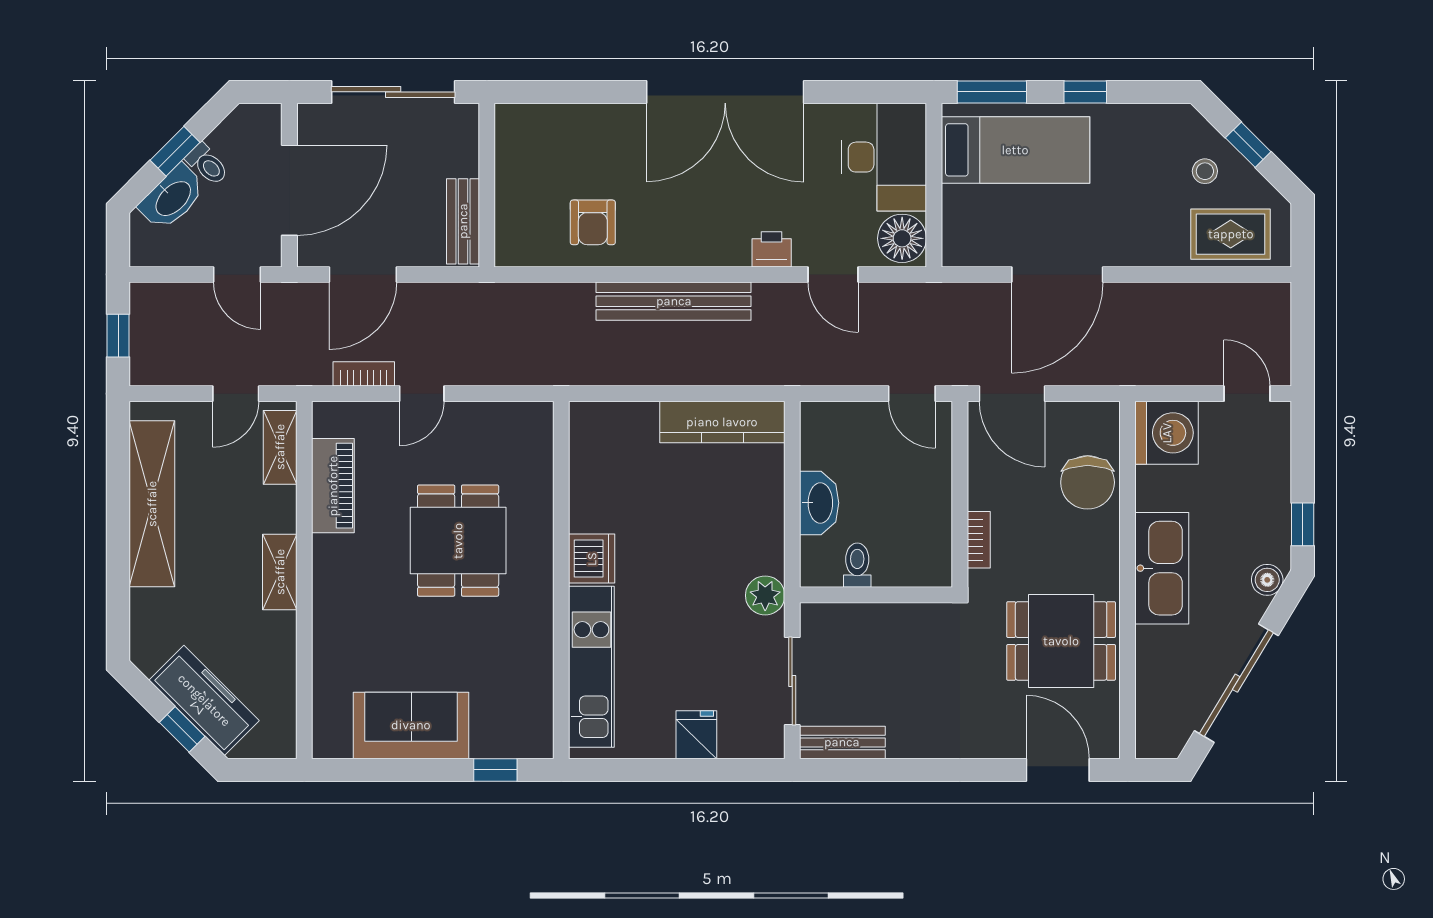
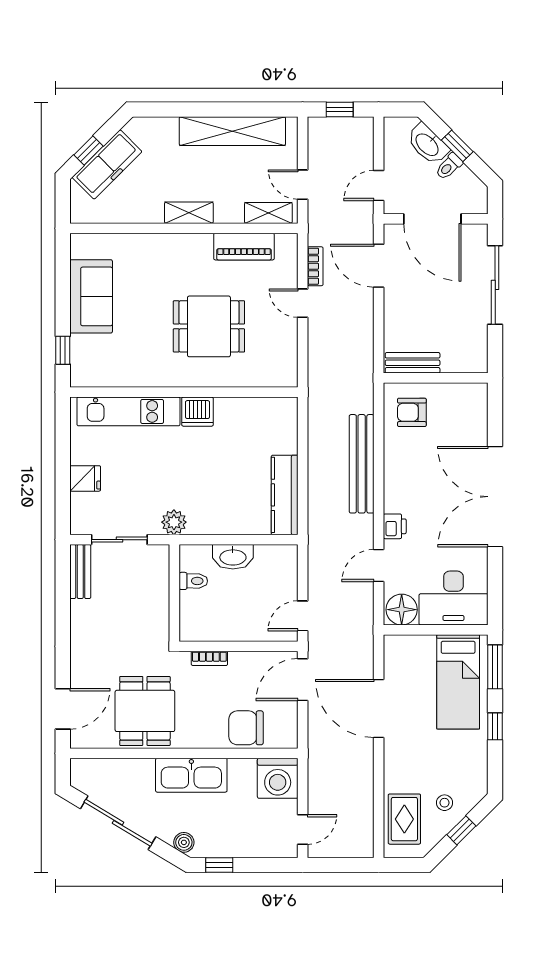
wall: (487, 185) -> (436, 378), moved
bench: (463, 221) -> (413, 363), moved

